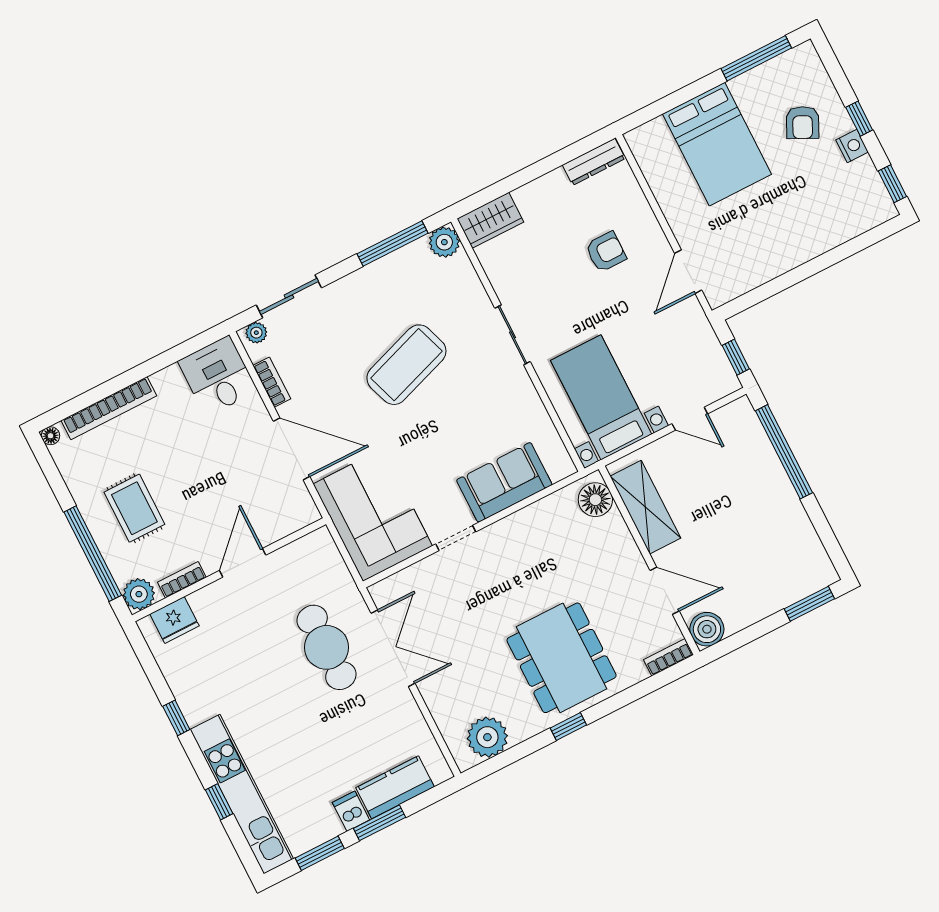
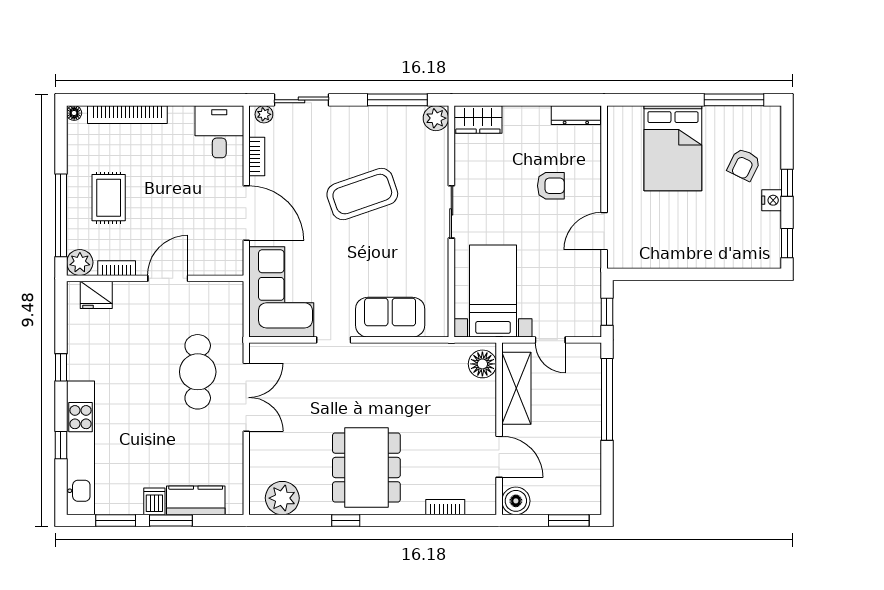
floor lamp: (595, 500) -> (482, 364), moved
shelving: (645, 507) -> (516, 388), moved
wall: (649, 560) -> (499, 429), moved
door: (665, 591) -> (499, 457), moved
boiler: (707, 629) -> (516, 501), moved

